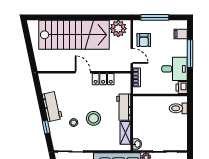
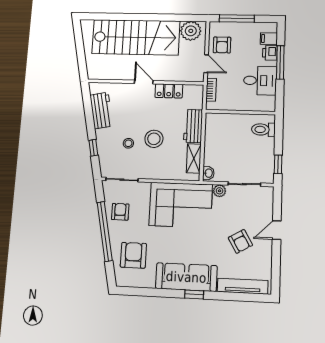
printer: (182, 88) -> (270, 53), moved
workbench: (52, 106) -> (101, 110), moved
window: (190, 135) -> (278, 164), added

